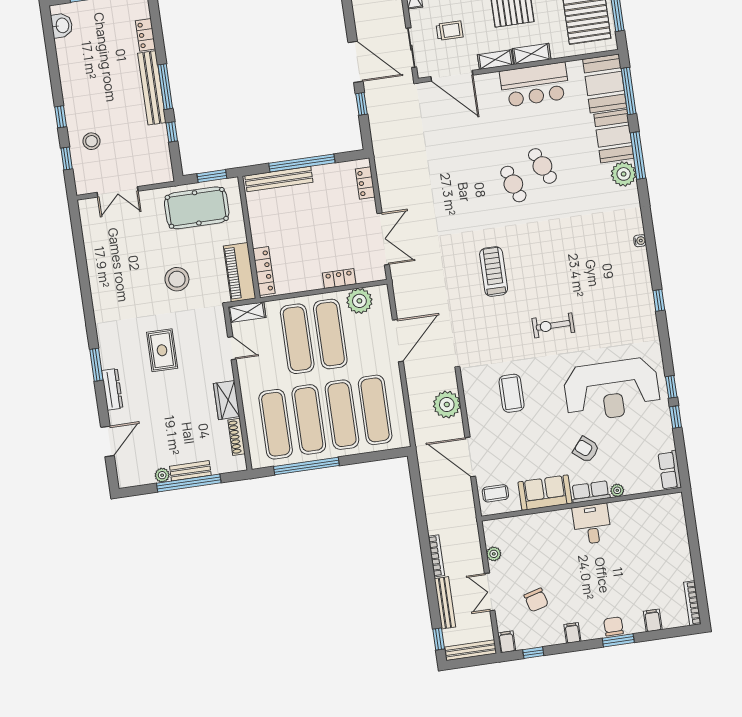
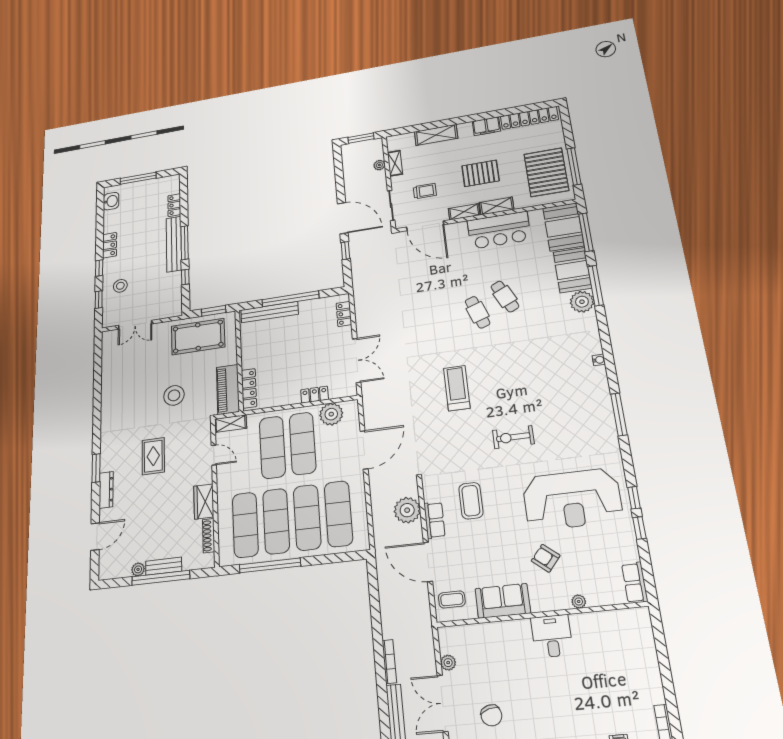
locker: (69, 86) -> (110, 245), added
window: (659, 300) -> (619, 414), width x2.17
row of seats: (591, 492) -> (434, 520), moved, turned 90
double door: (490, 592) -> (443, 703), width x1.37

